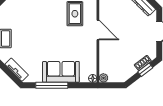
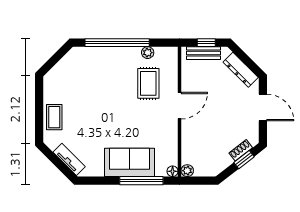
door: (98, 30) -> (180, 106), hinge flipped
window: (52, 85) -> (141, 181), moved

